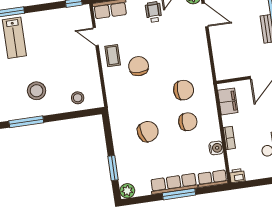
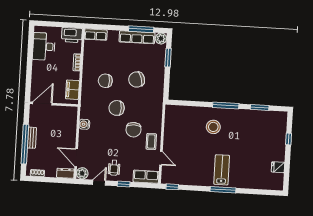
chair: (184, 90) -> (117, 108), moved
stool: (78, 98) -> (184, 115), removed
water cooler: (216, 148) -> (84, 124), moved
printer: (237, 176) -> (72, 35), width x1.87, depth x1.48
row of seats: (174, 184) -> (137, 37), moved
window: (179, 194) -> (141, 29), moved

